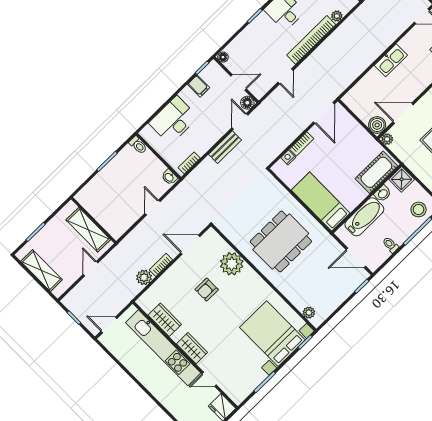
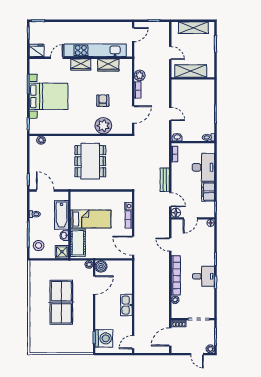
filing cabinet: (199, 86) -> (208, 192), width x2.00
bed: (321, 202) -> (91, 219), moved
door: (356, 258) -> (45, 191), hinge flipped
bed with nightstands: (272, 334) -> (49, 96), moved

